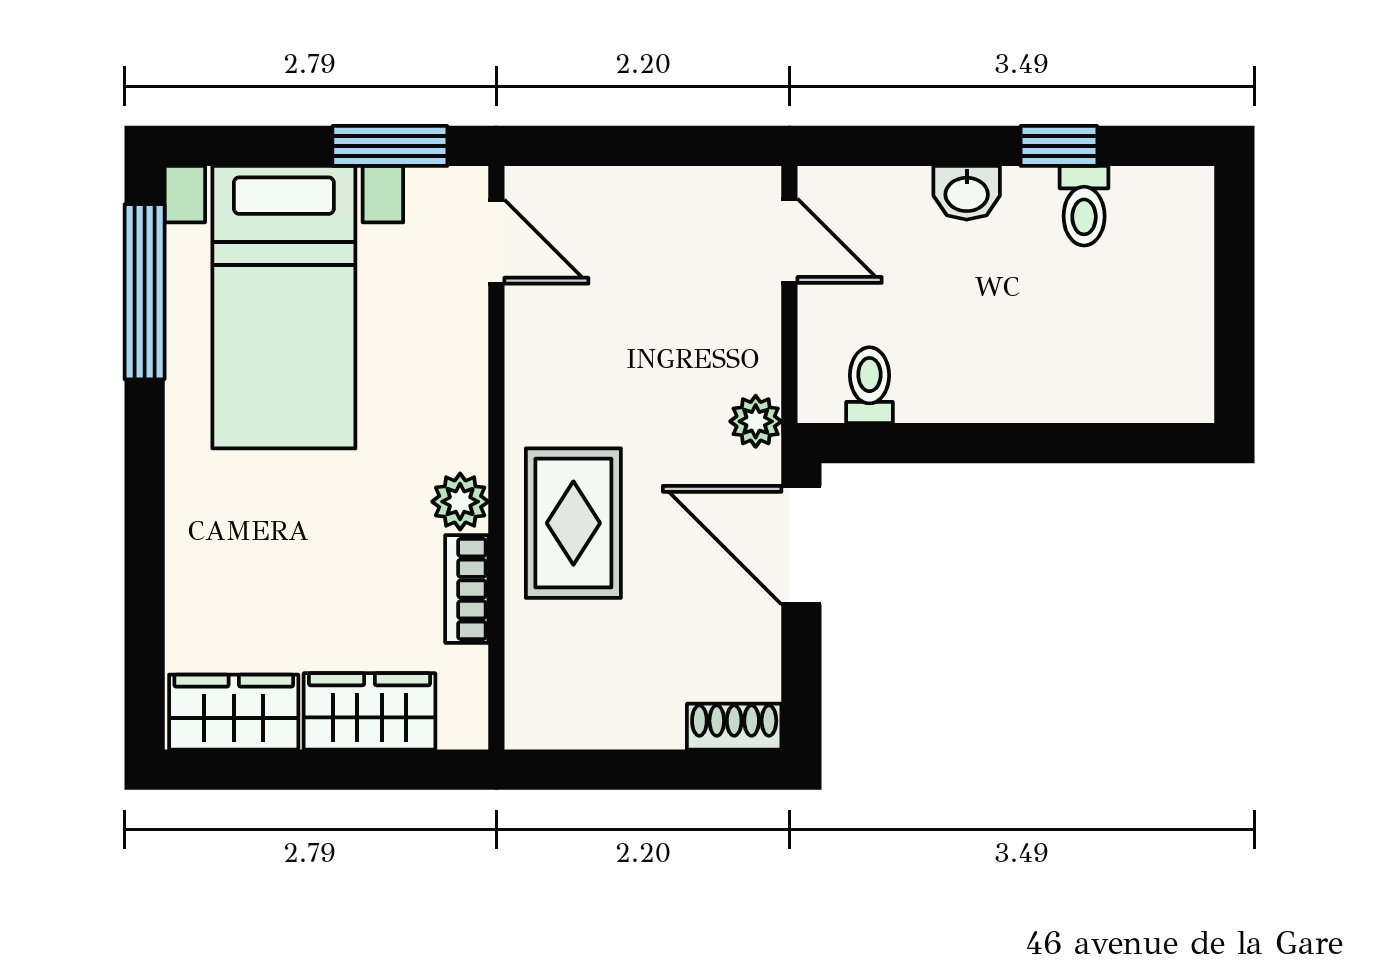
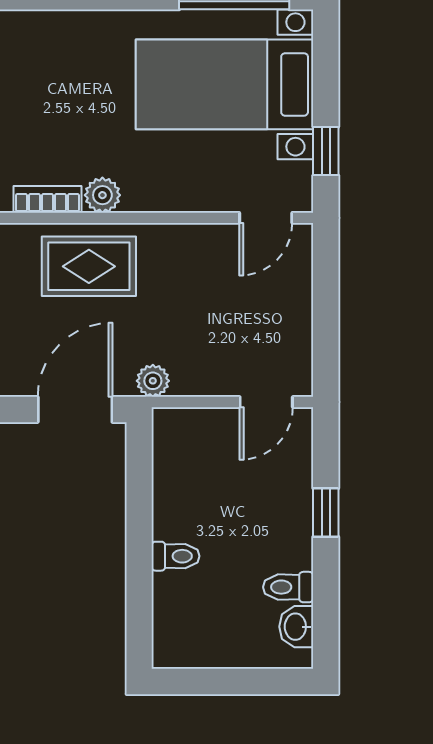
window: (390, 146) -> (326, 151), width x0.67
window: (1059, 146) -> (326, 513), moved
washbasin: (967, 193) -> (296, 627), moved
toilet: (869, 385) -> (176, 556), moved

